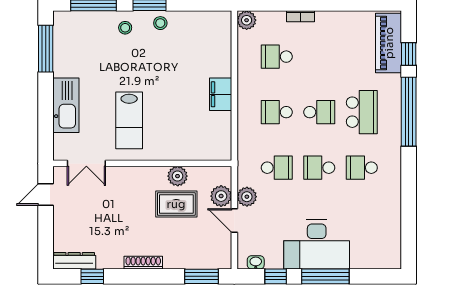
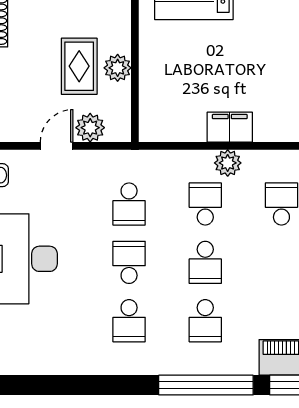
school desk: (362, 112) -> (205, 321), width x0.54
school desk: (362, 168) -> (129, 321), turned 180
plant: (247, 197) -> (228, 163), moved

